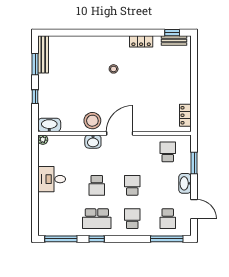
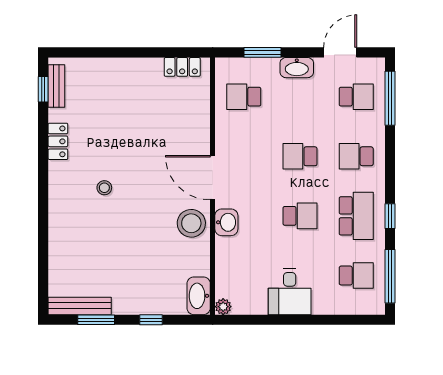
school desk: (61, 219) -> (356, 276), added

